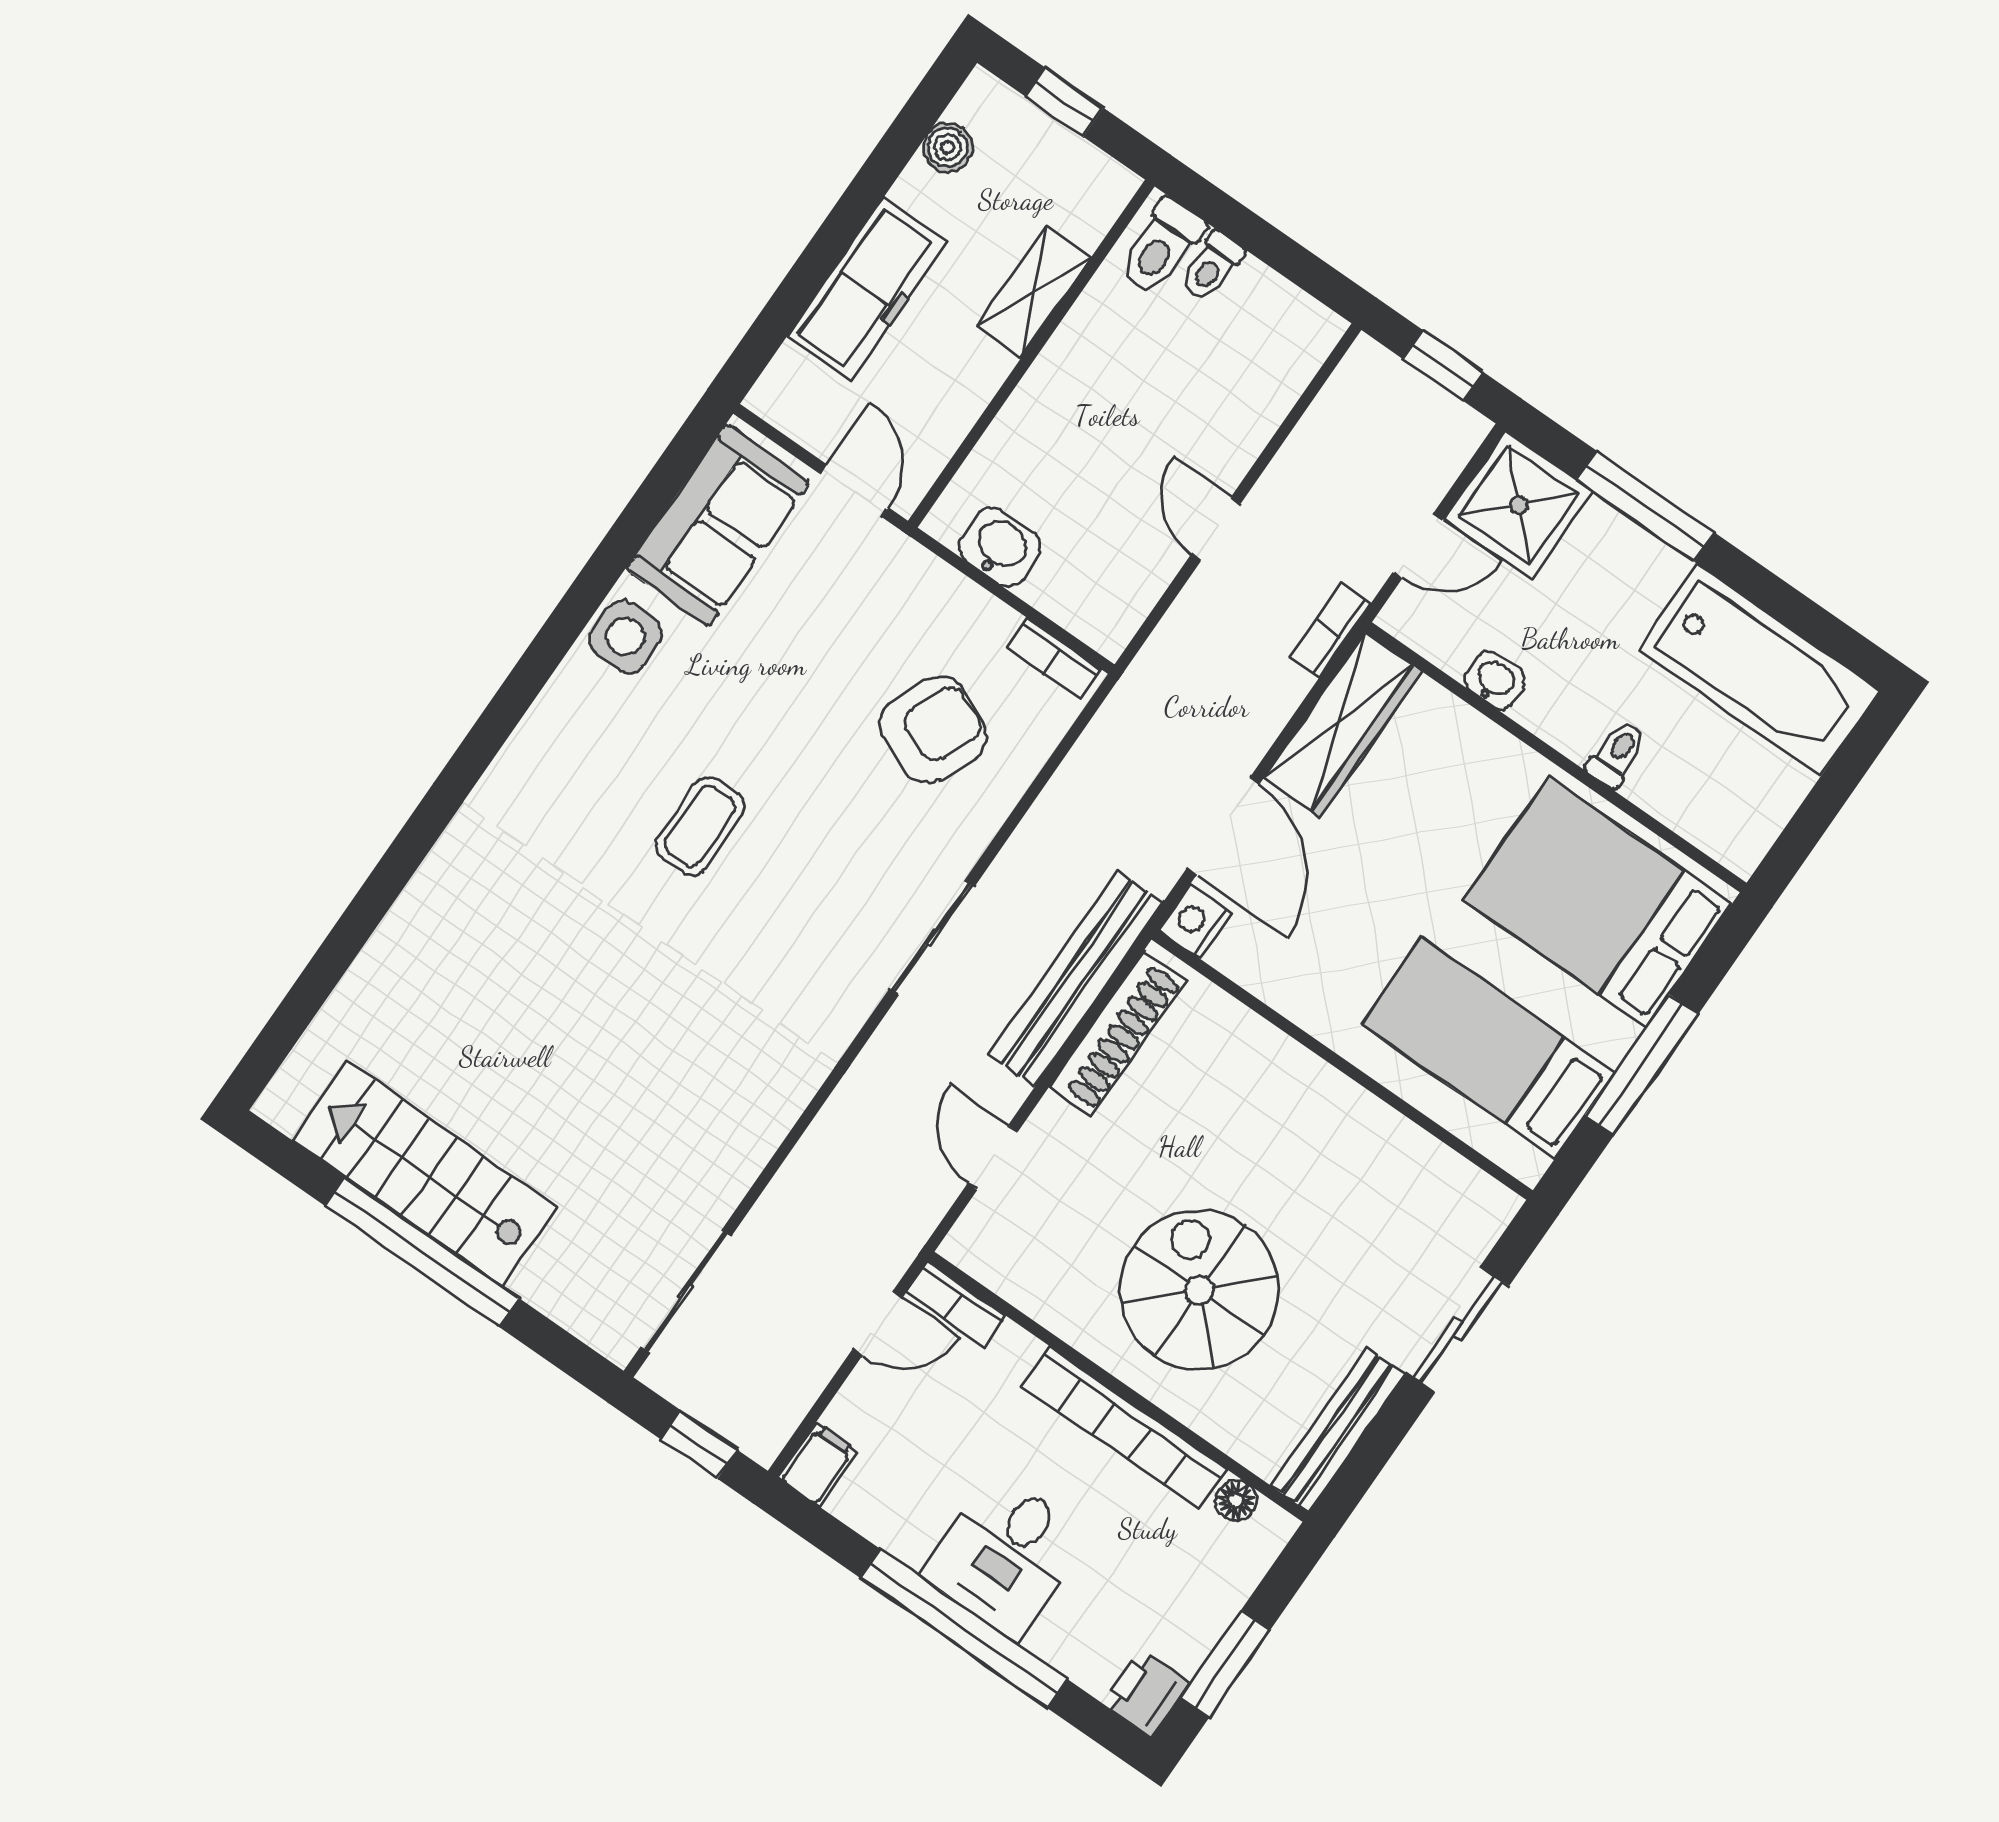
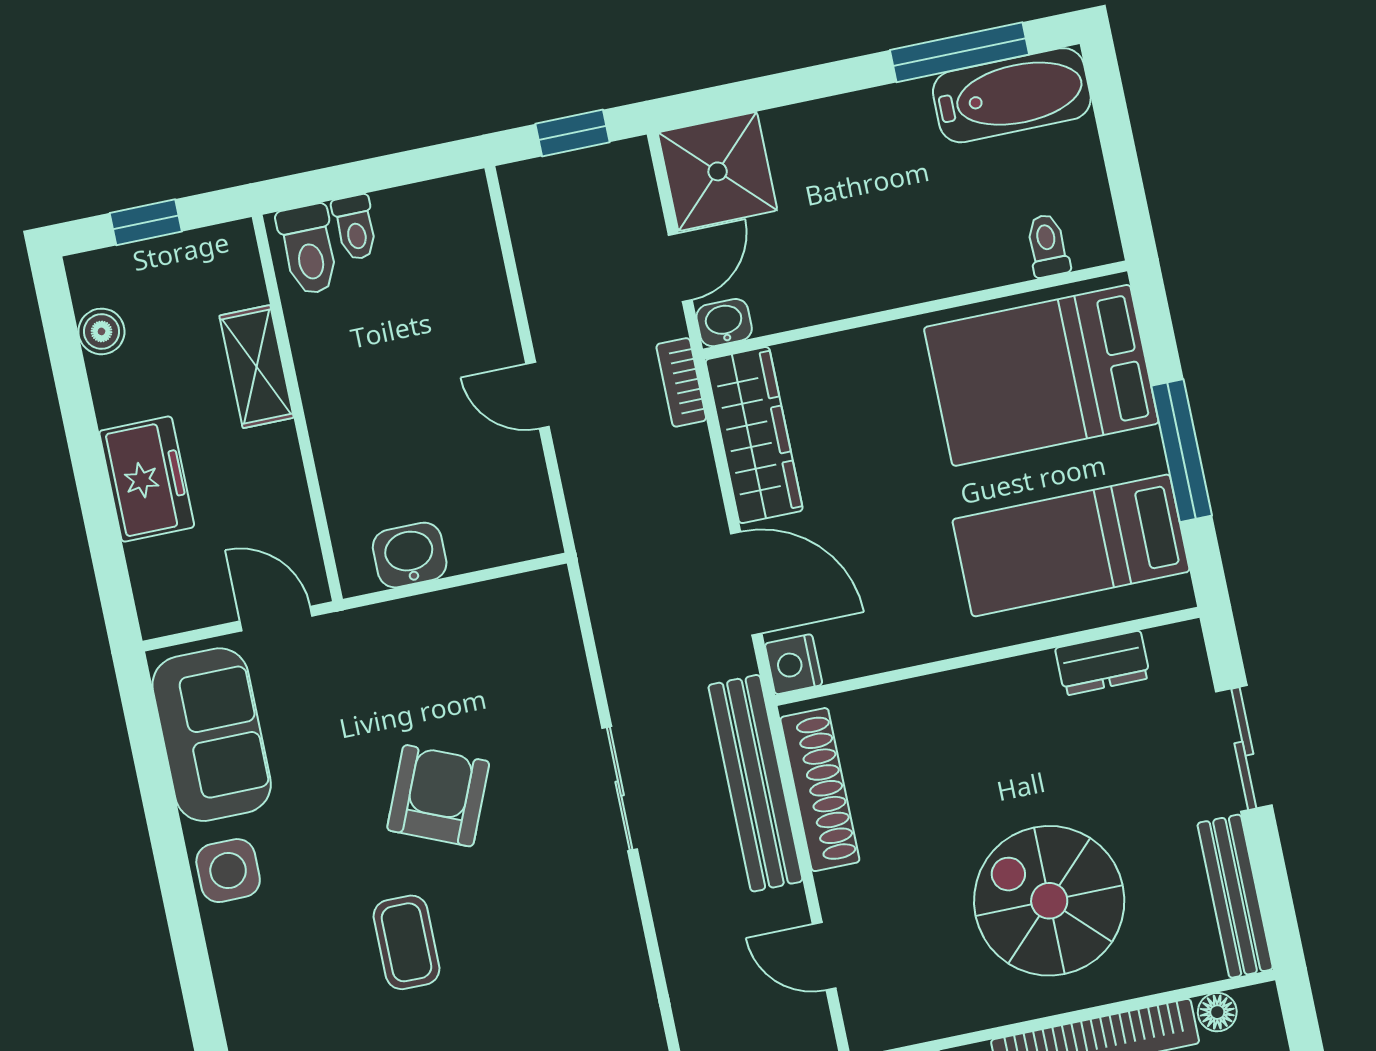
freezer: (867, 290) -> (147, 479), width x0.71
window: (1646, 506) -> (959, 52), moved
bookcase: (1053, 658) -> (521, 591), removed
bathtub: (1759, 670) -> (1012, 95), width x0.73, depth x0.73
washbasin: (1494, 680) -> (724, 323), moved
armchair: (933, 730) -> (438, 796), moved
toilet: (1617, 754) -> (1048, 246), moved
sliding door: (932, 937) -> (620, 788), moved
dresser: (1421, 1158) -> (1103, 663), added

